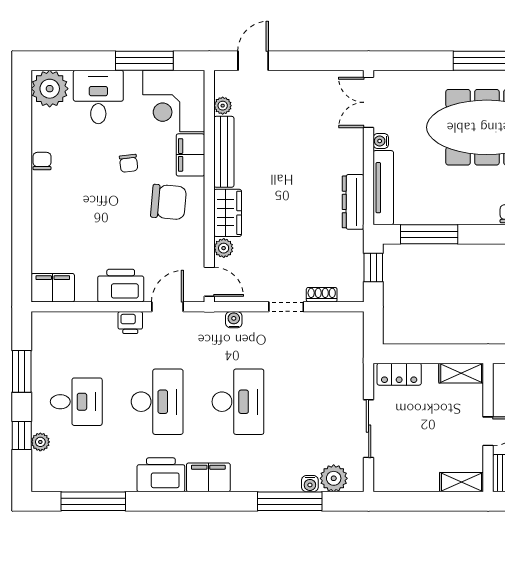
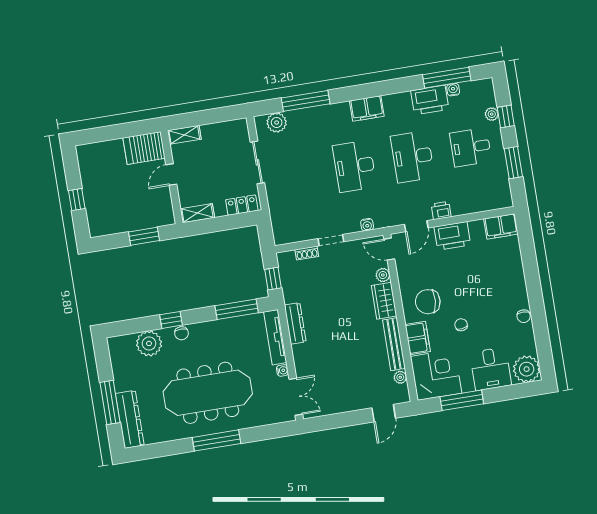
printer: (161, 475) -> (430, 100), moved
water cooler: (310, 484) -> (453, 90), moved

